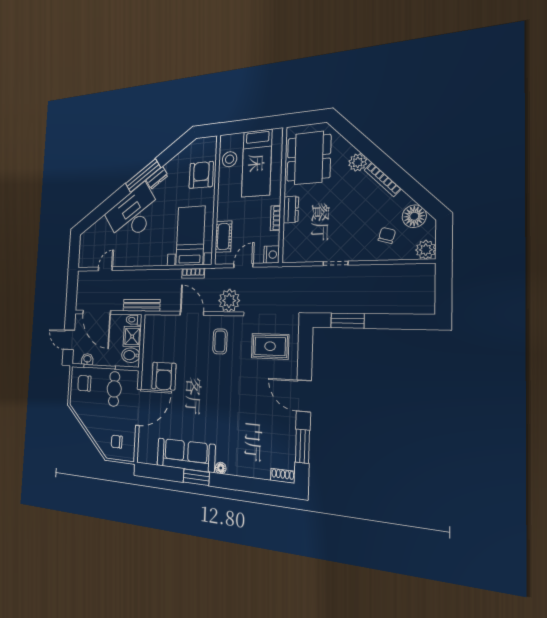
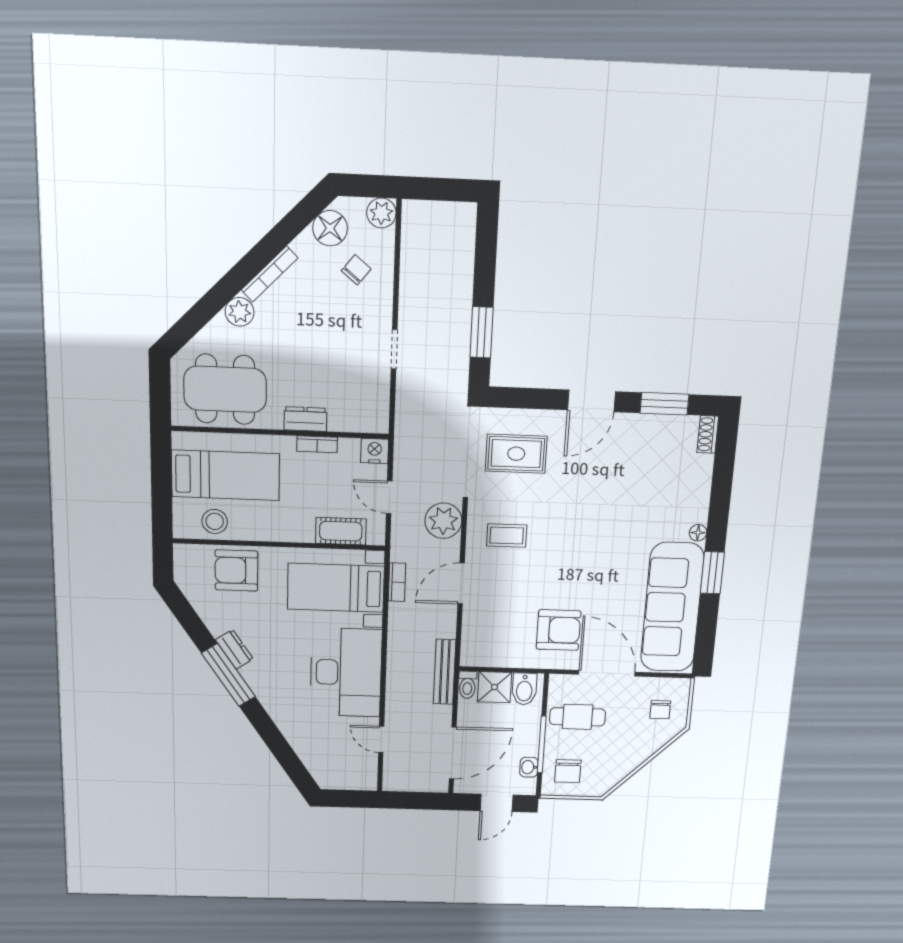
desk: (133, 214) -> (346, 672), moved, turned -146
chair: (387, 235) -> (356, 270), turned 113
rug: (270, 346) -> (516, 454), turned 90
sofa: (186, 455) -> (672, 607), width x1.36, depth x1.27

